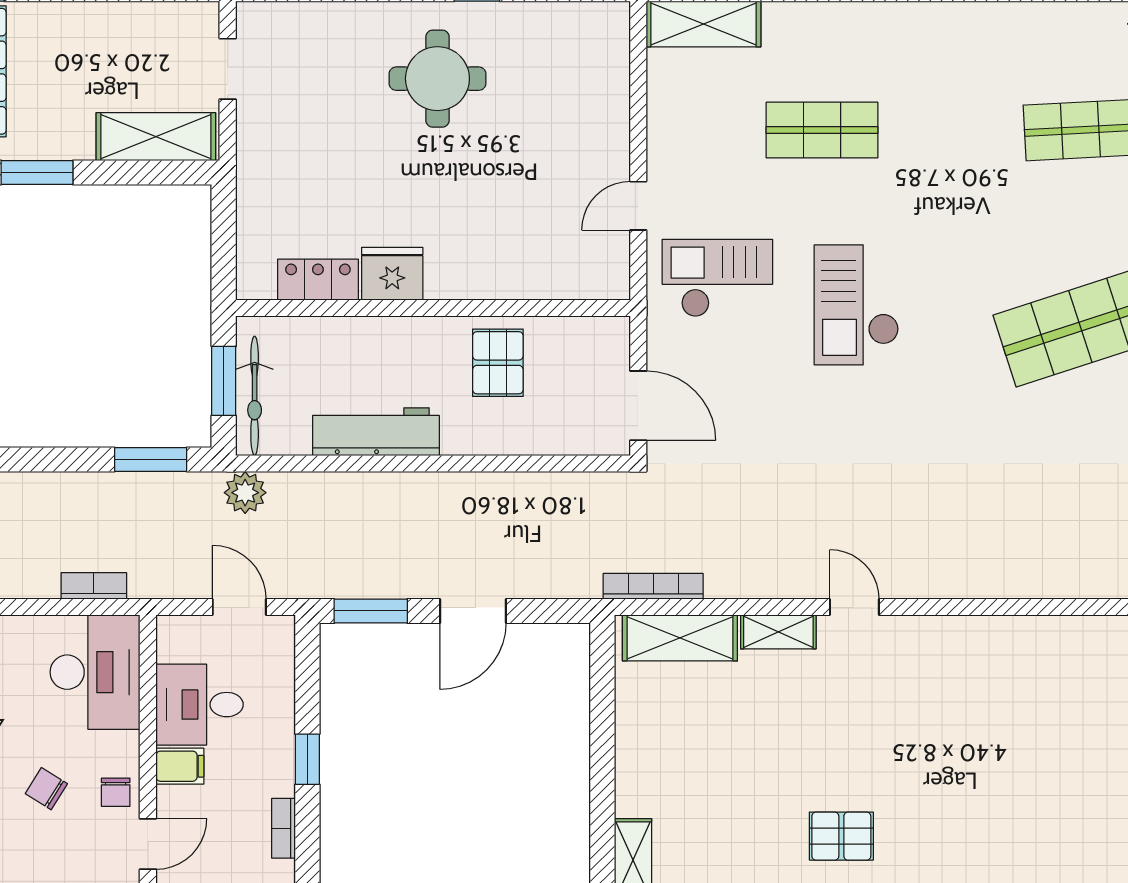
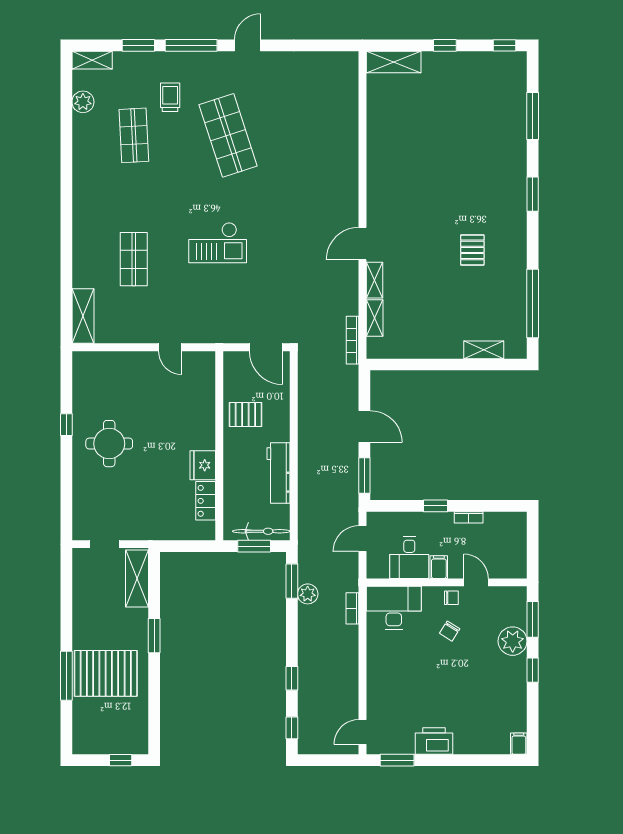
checkout: (717, 278) -> (205, 309), removed
door: (638, 406) -> (266, 347), swing flipped
plant: (245, 493) -> (308, 594), moved
door: (854, 607) -> (363, 244), width x1.38
shelving: (680, 638) -> (375, 318), width x0.67, depth x0.75

